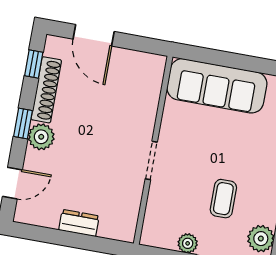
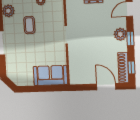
sofa: (217, 86) -> (50, 75), width x0.73
shoe rack: (46, 90) -> (123, 68), moved

